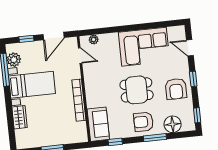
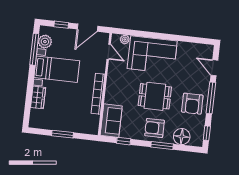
corner sofa: (144, 47) -> (152, 55), moved
window: (193, 79) -> (211, 98), width x2.17

